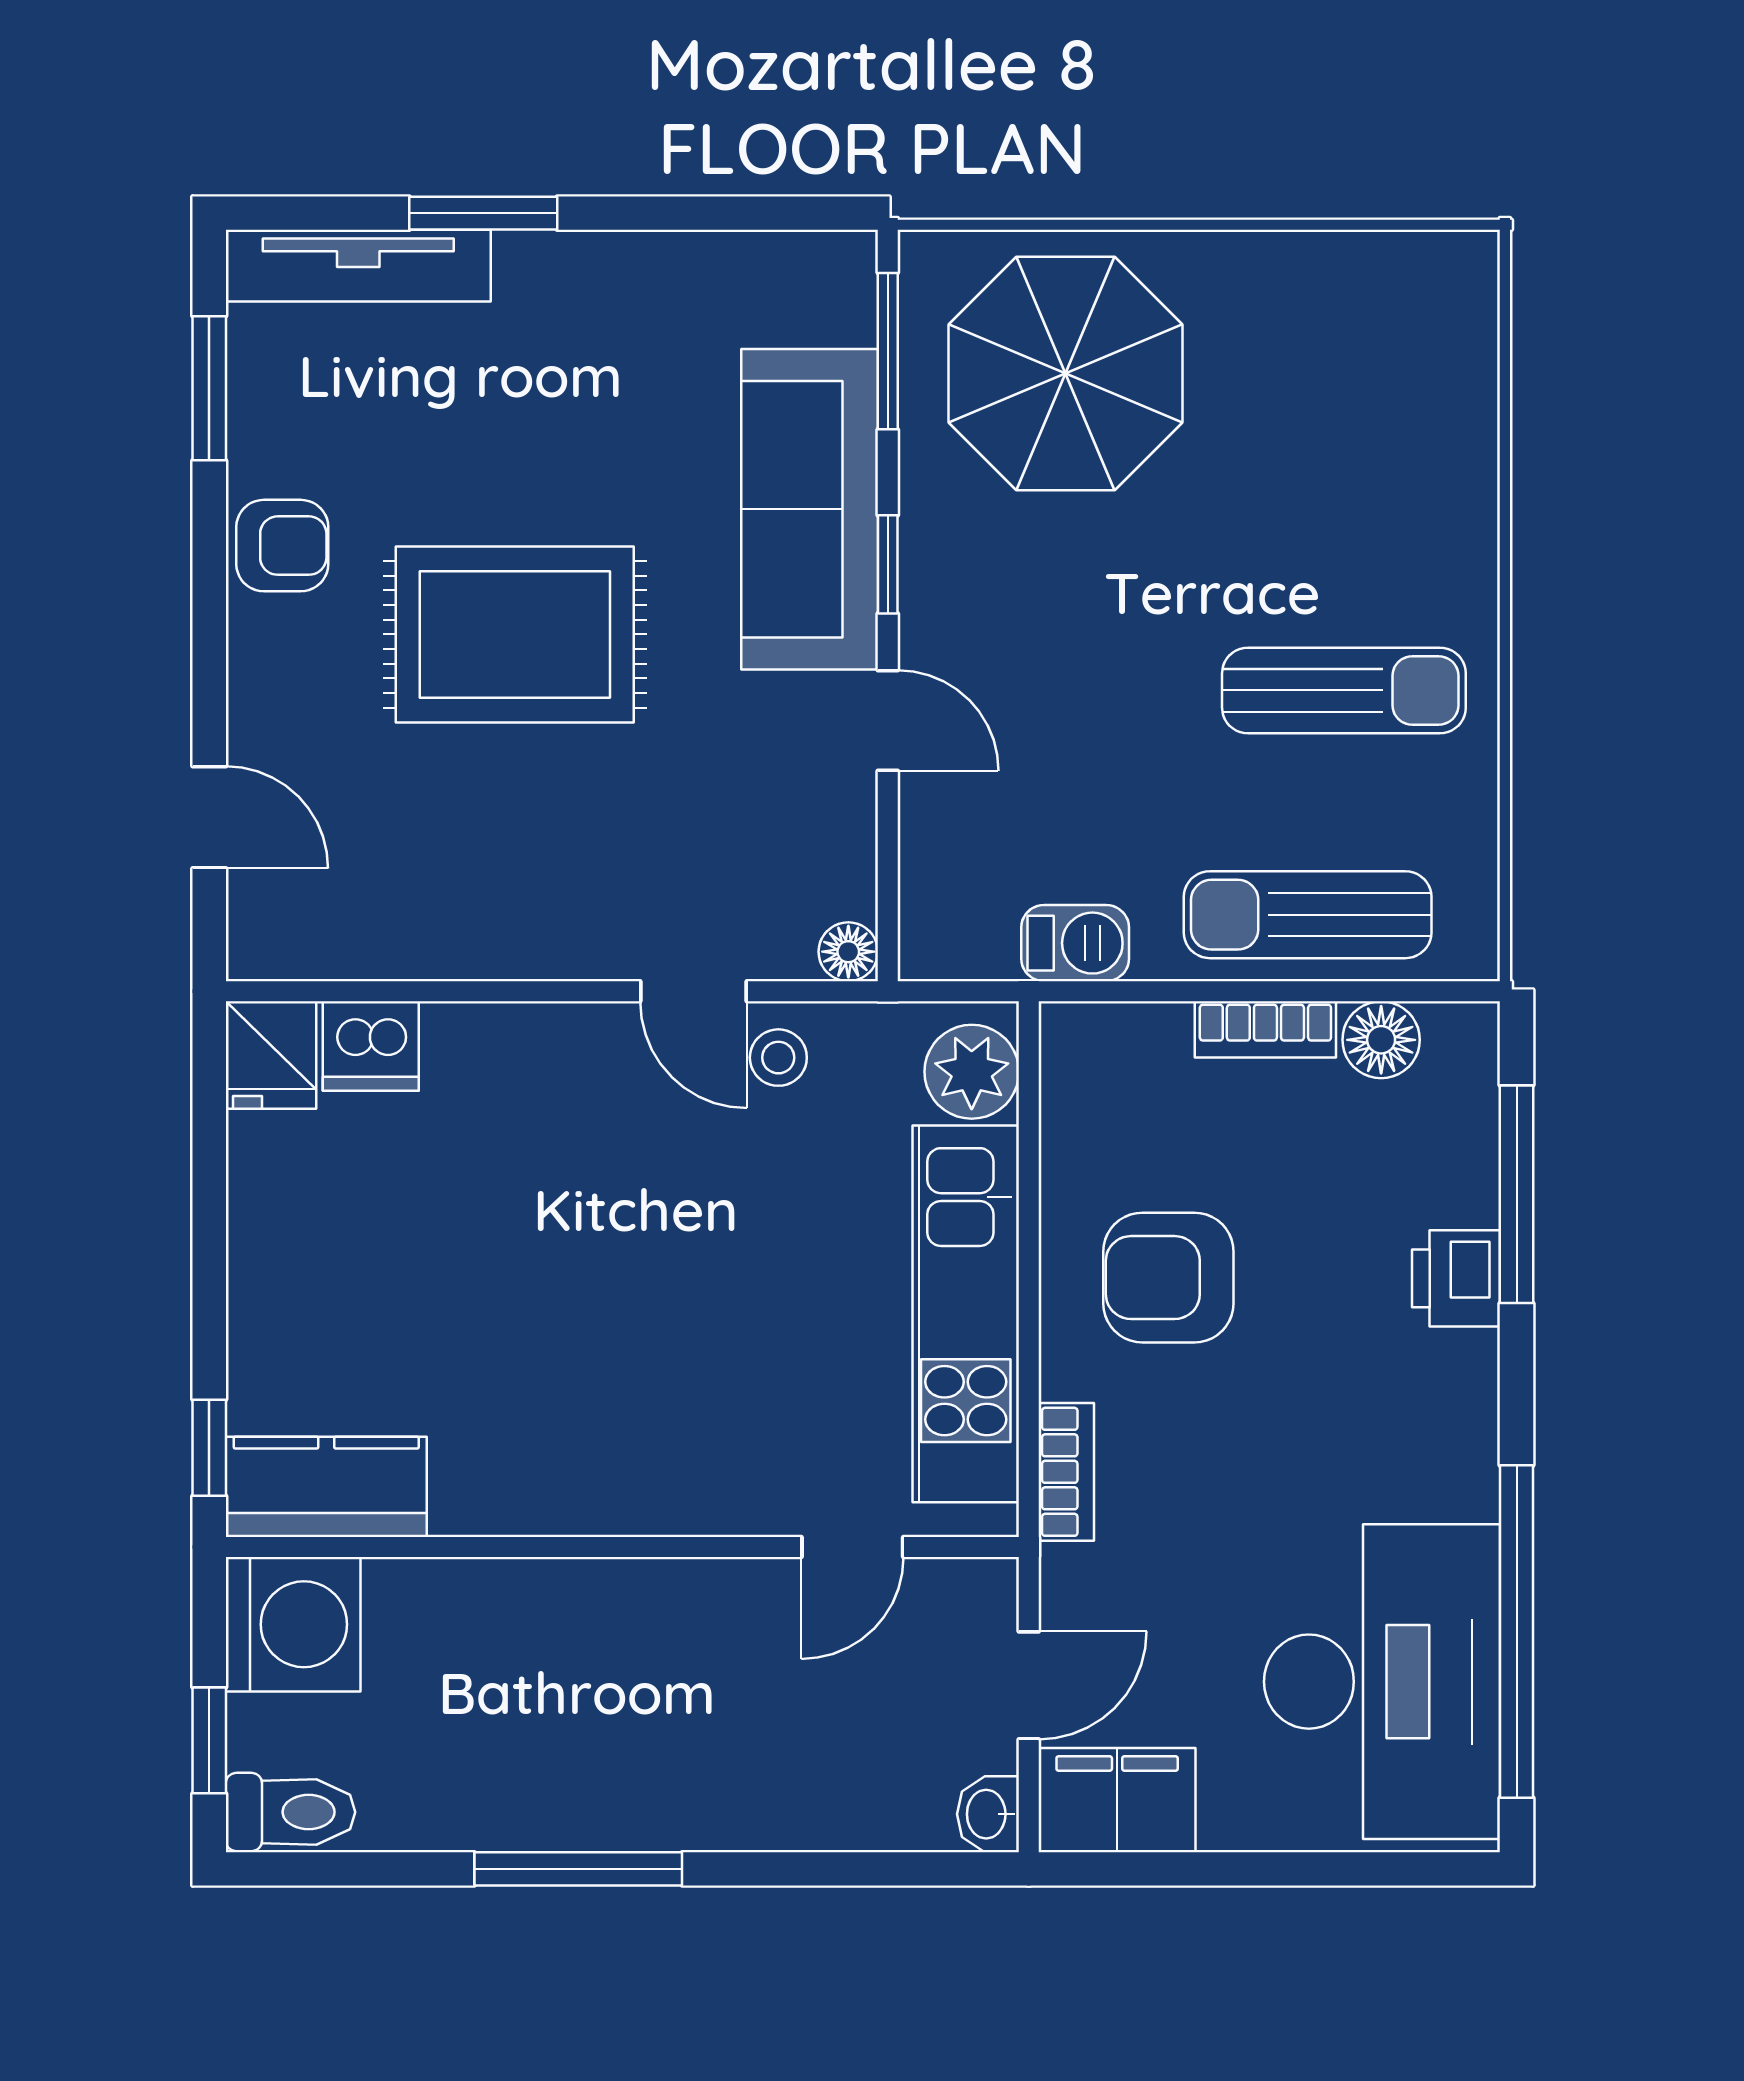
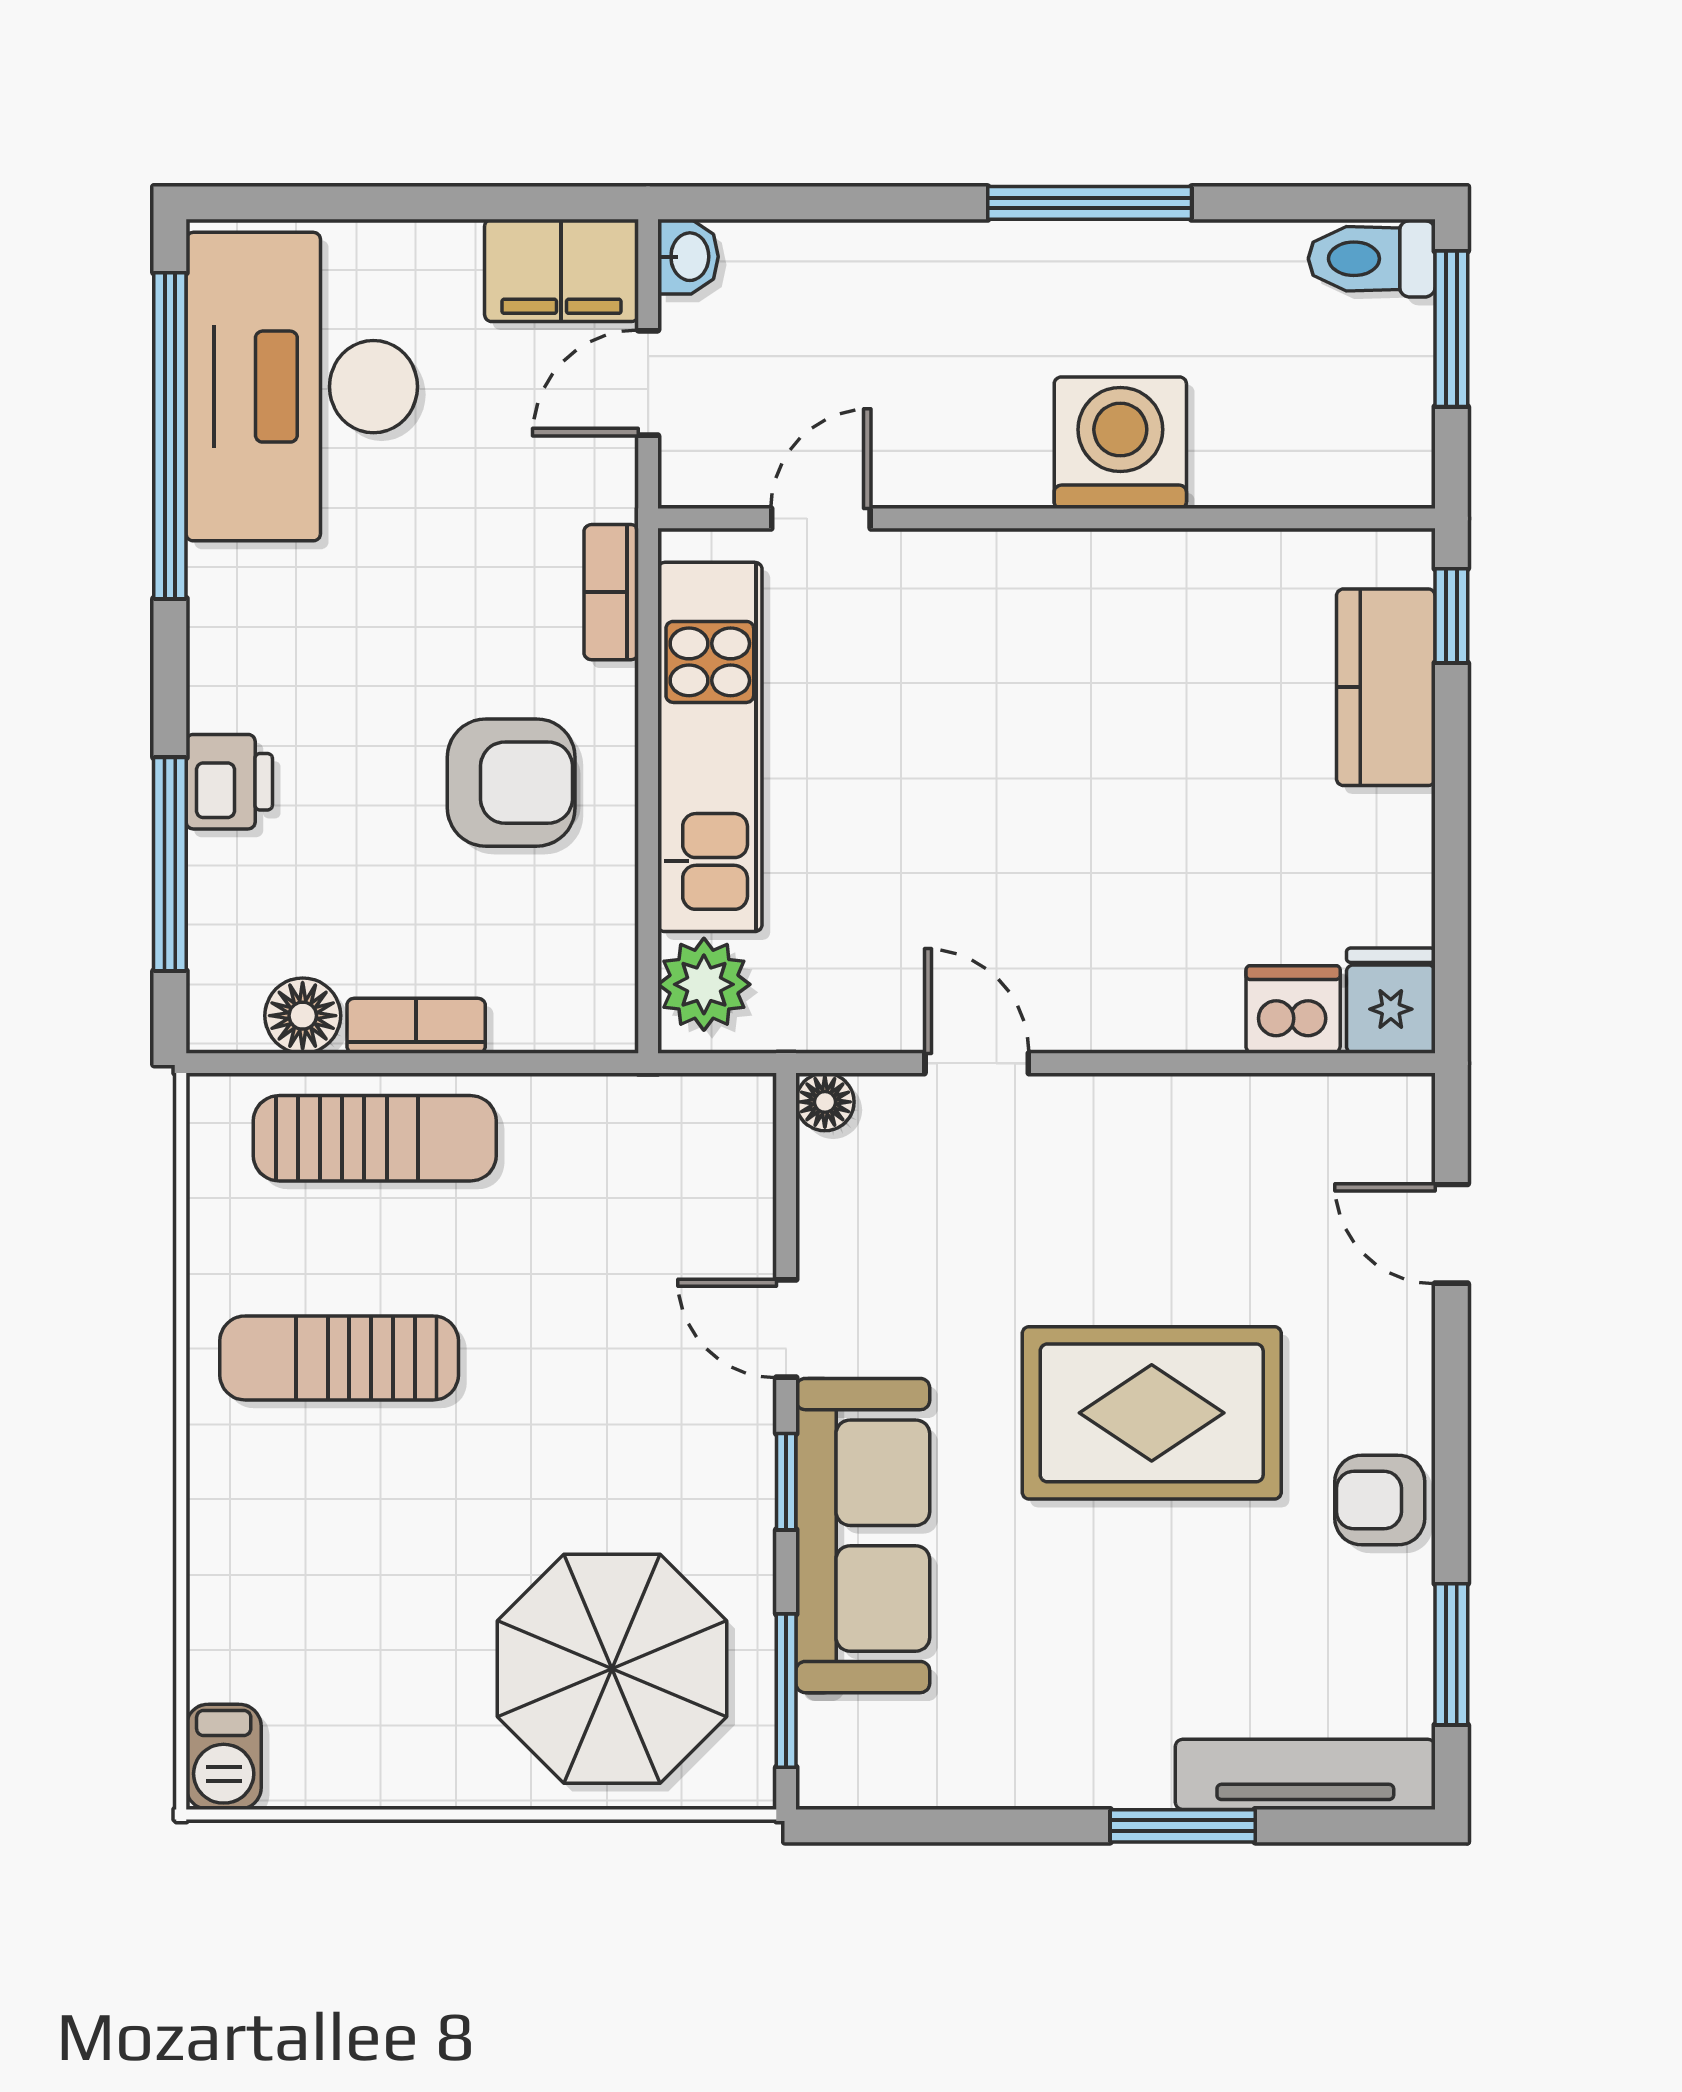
barbecue: (1075, 943) -> (224, 1757), moved, turned -90
stool: (778, 1058) -> (894, 998), removed
kitchen counter: (326, 1487) -> (1386, 687), moved, turned 90
washing machine: (293, 1624) -> (1120, 443), moved, turned 90
window: (209, 1740) -> (1451, 329), width x1.50

